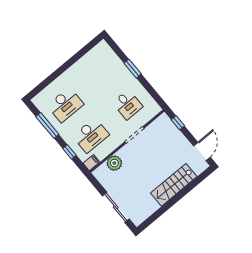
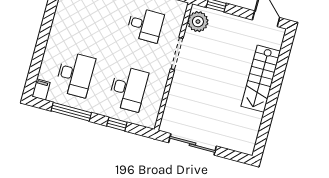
filing cabinet: (91, 163) -> (41, 89), moved
plant: (114, 163) -> (198, 22), moved
sliding door: (116, 207) -> (192, 144), moved

